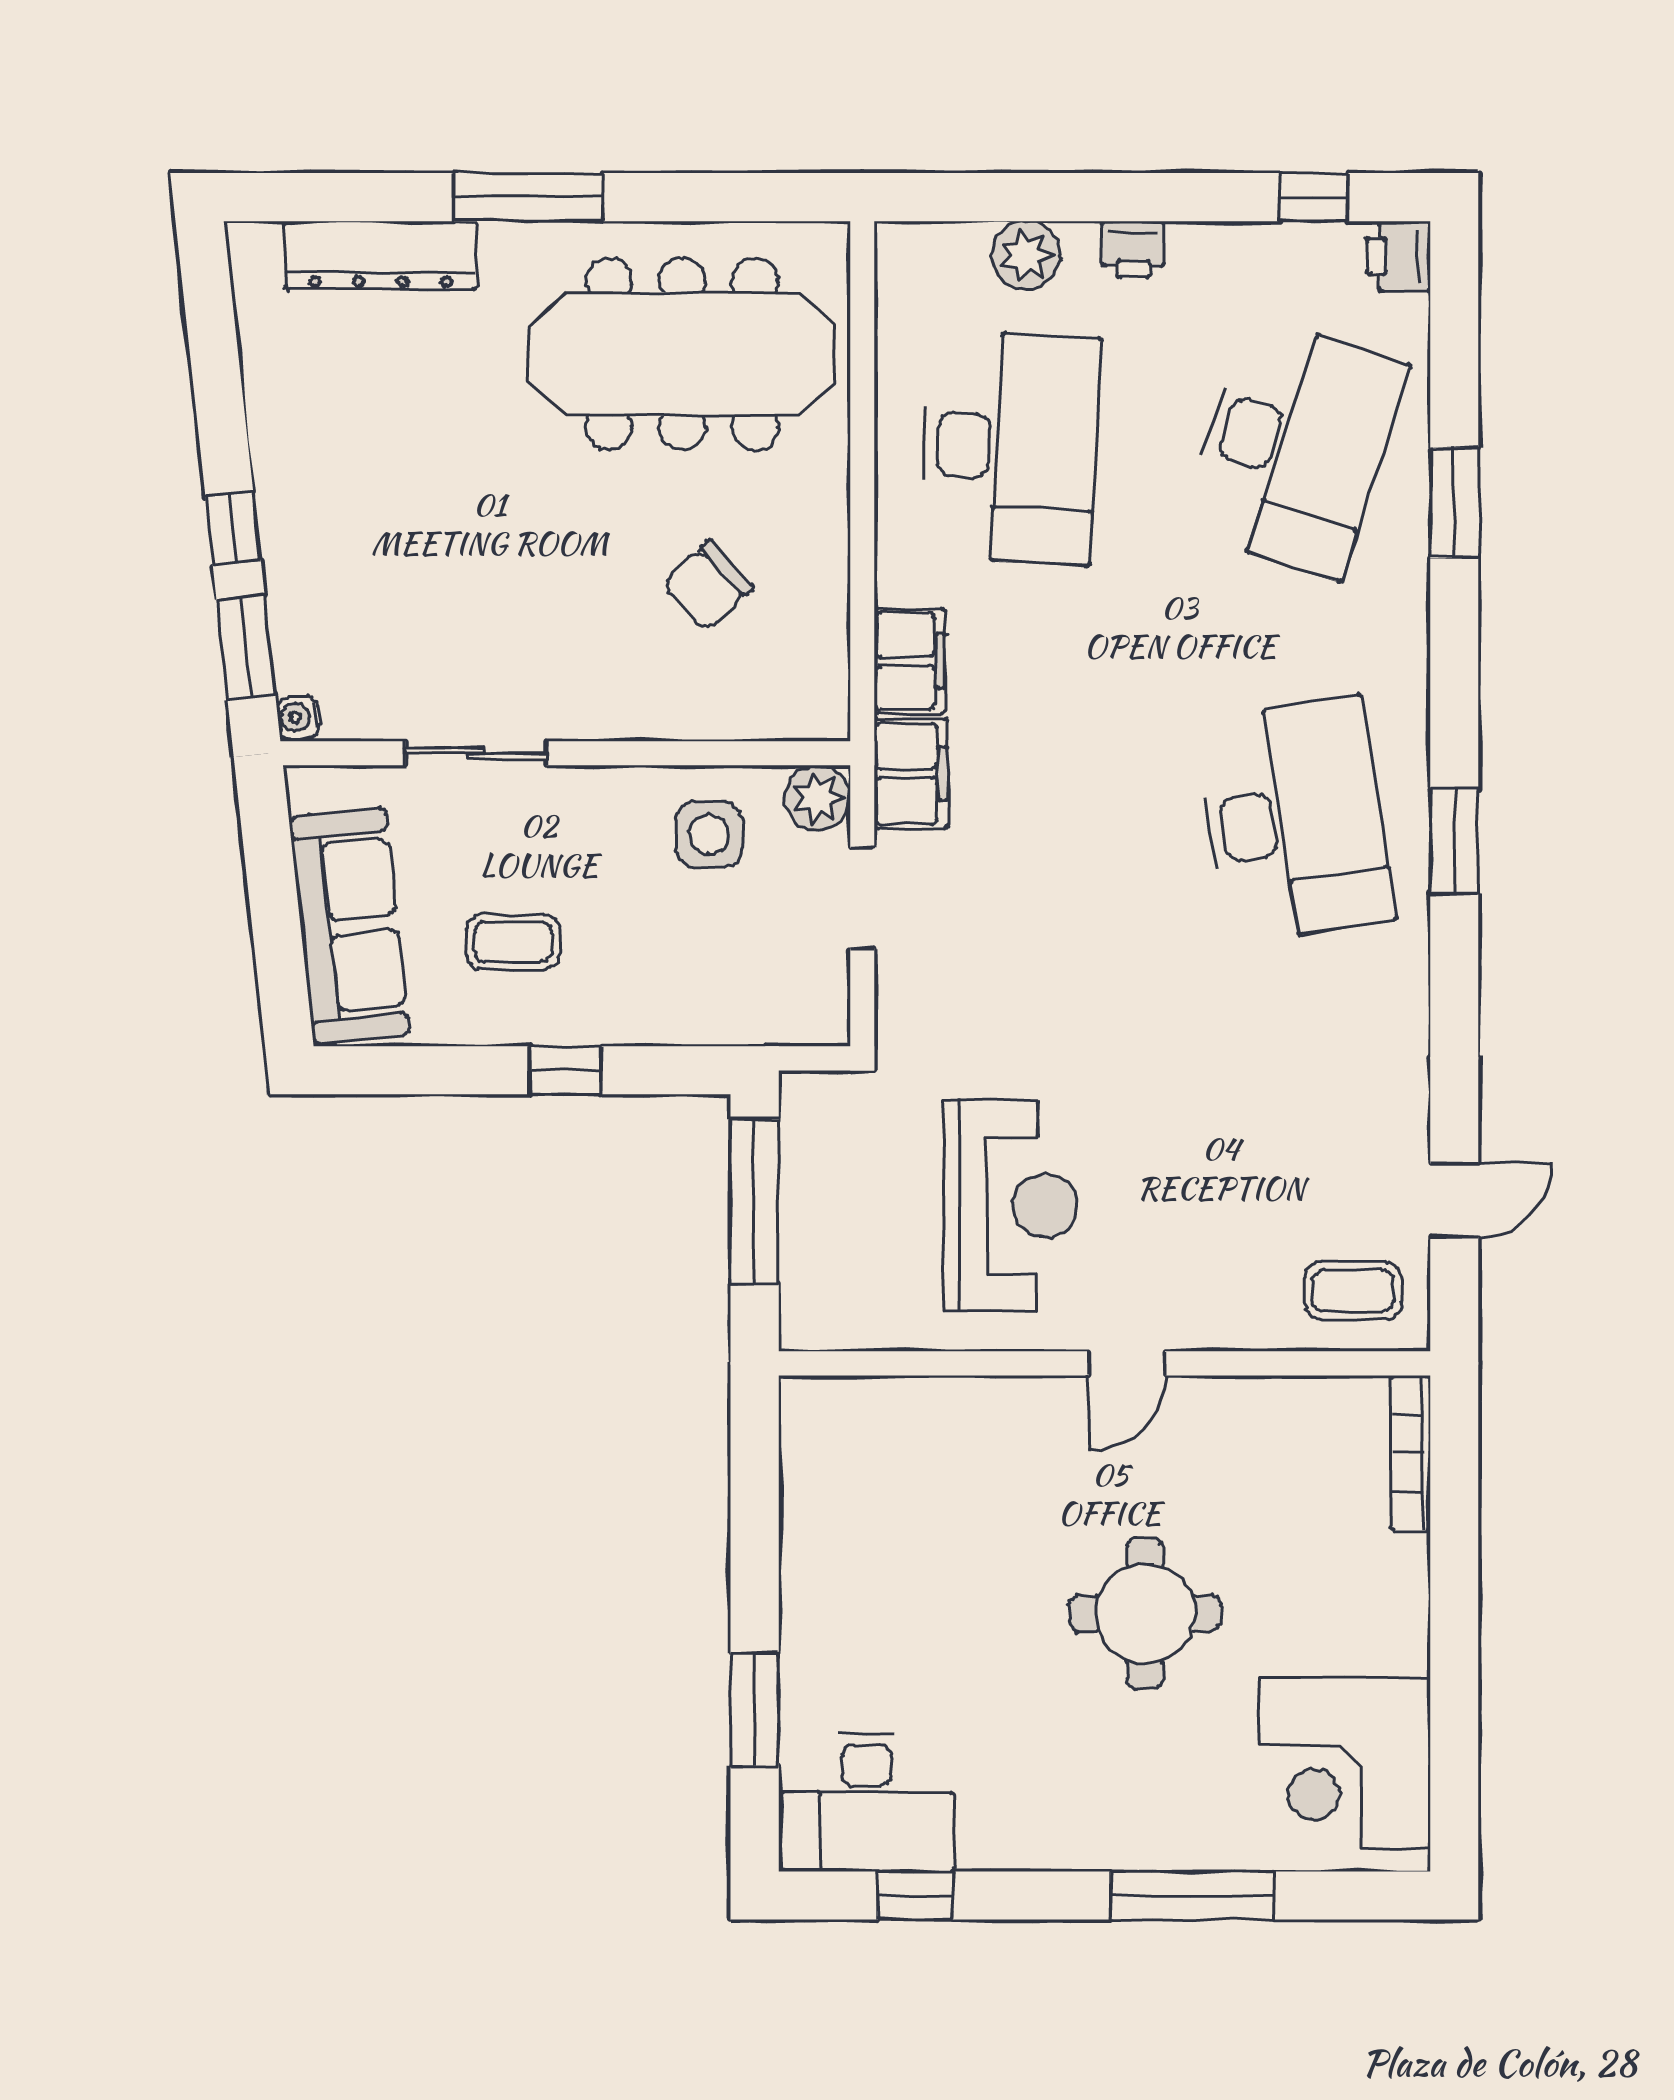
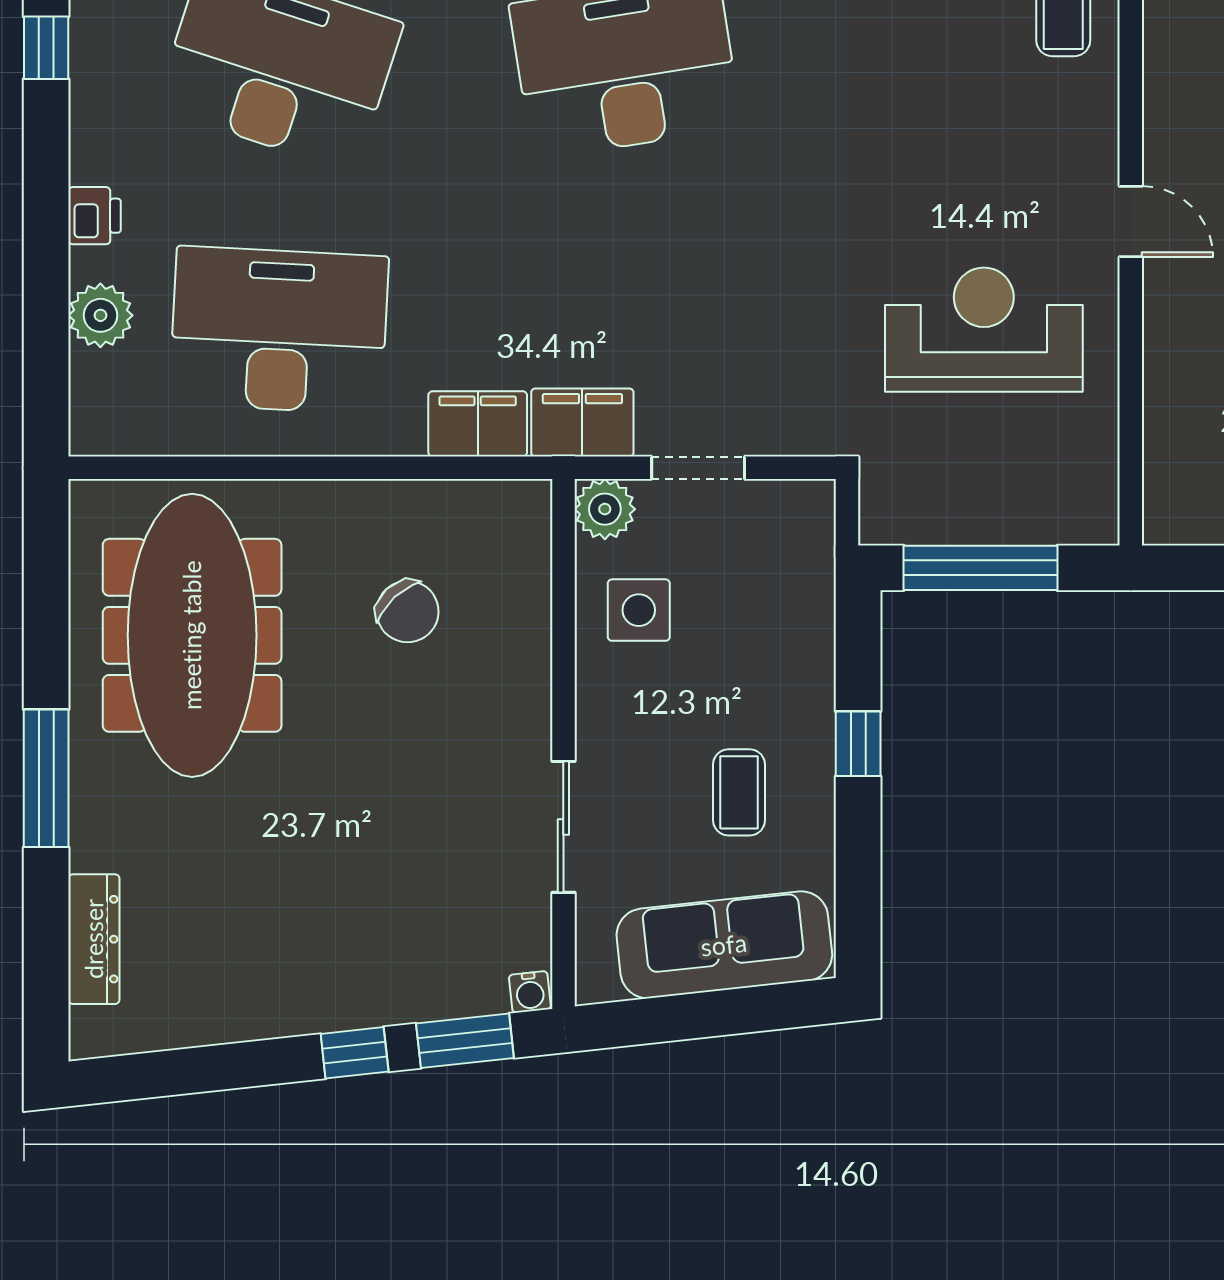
dresser: (381, 255) -> (94, 939), width x0.73, depth x0.80

